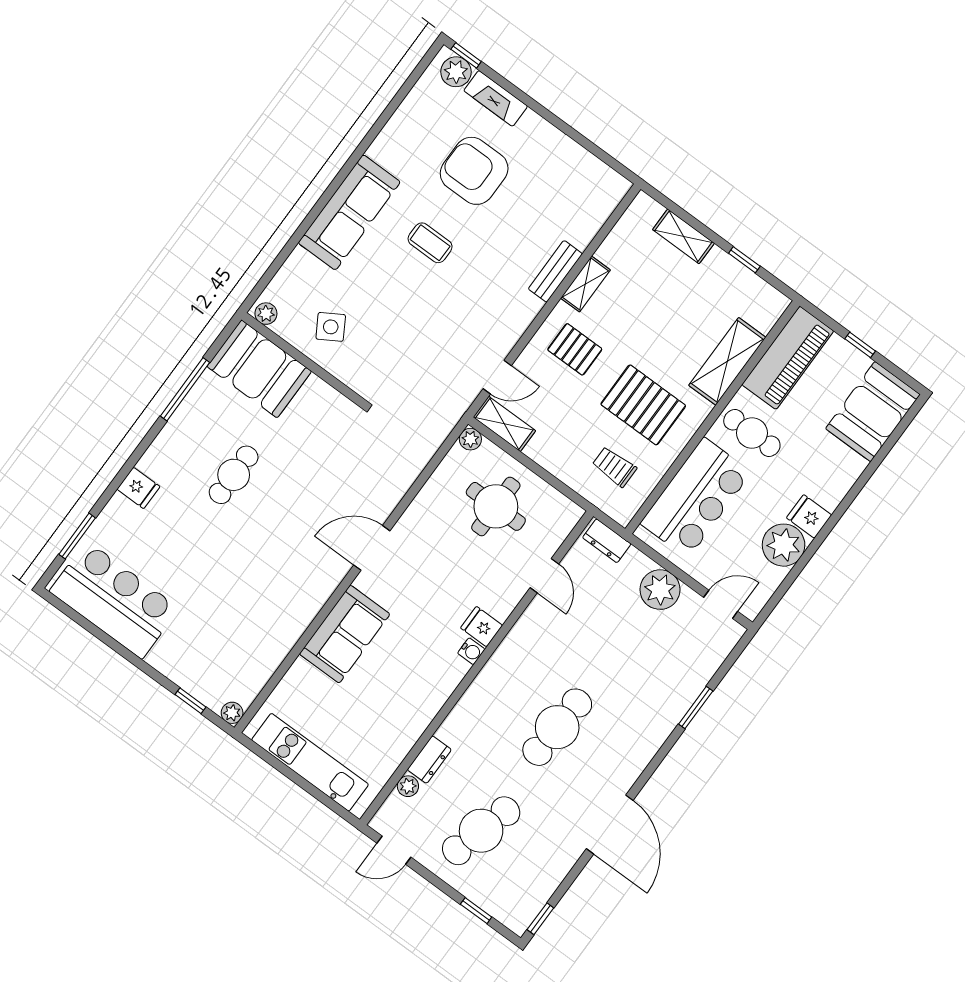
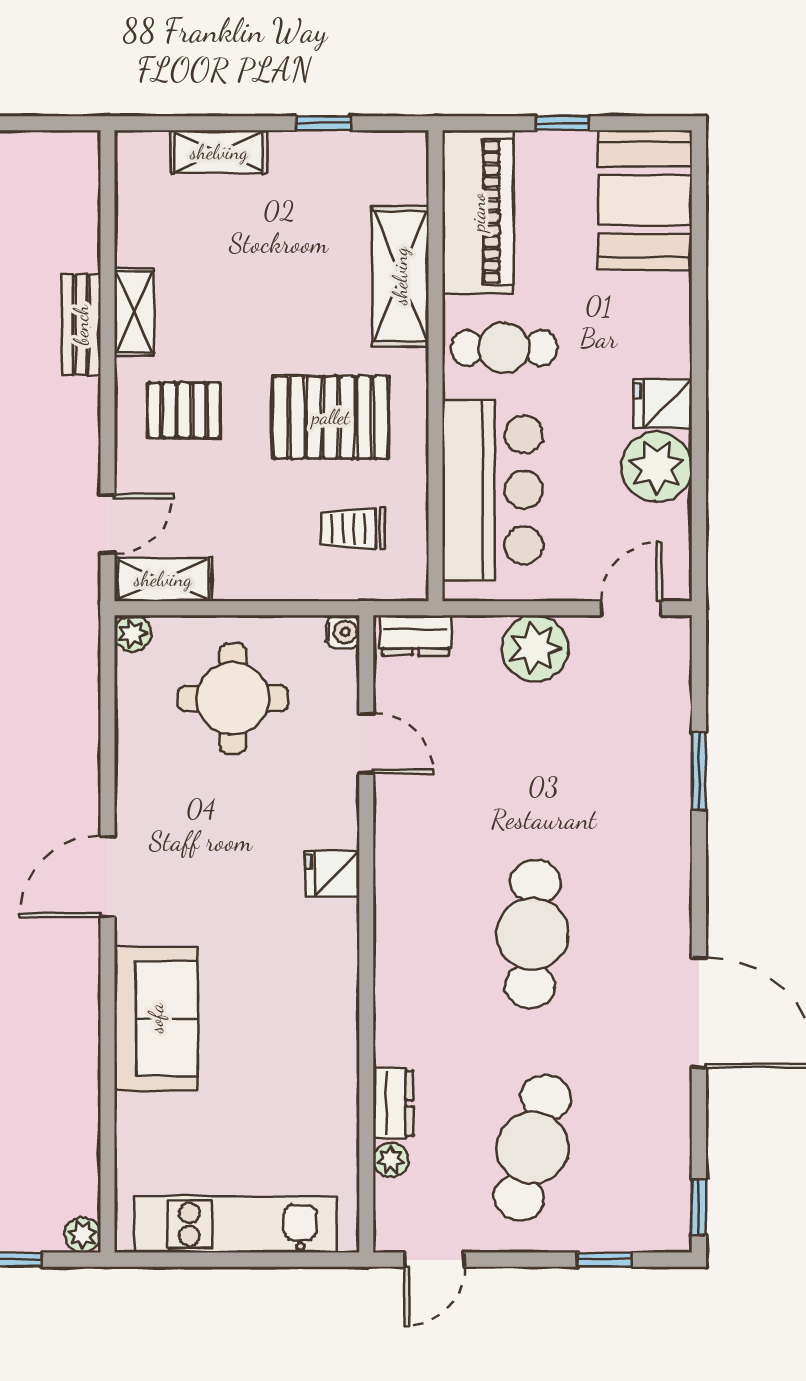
water cooler: (471, 651) -> (343, 632), moved

